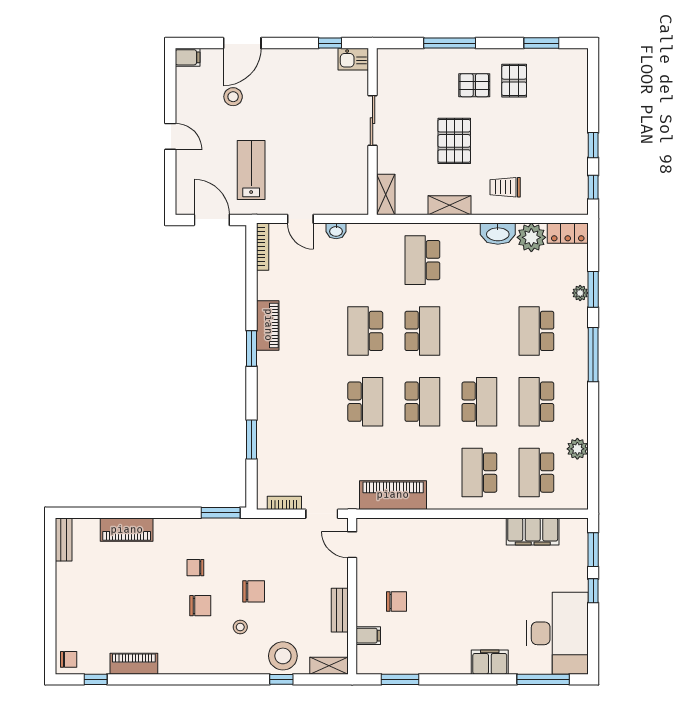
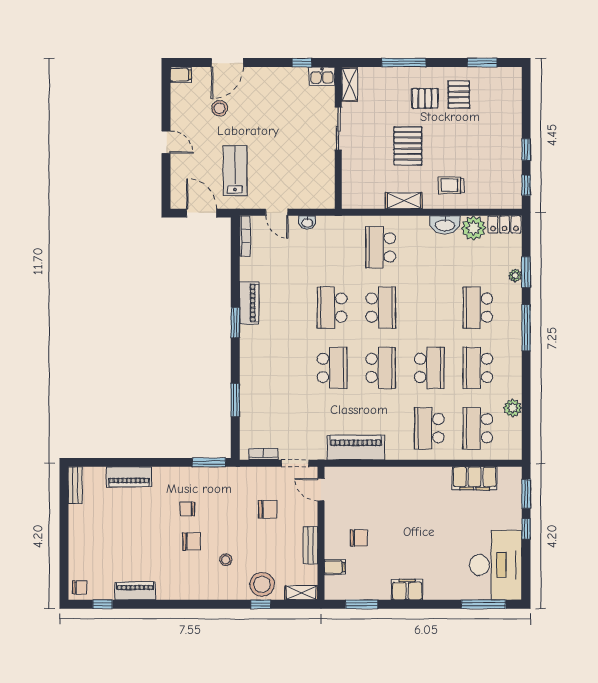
shelving: (386, 194) -> (350, 84), moved
chair: (254, 591) -> (268, 509), moved
filing cabinet: (490, 662) -> (407, 590), moved

